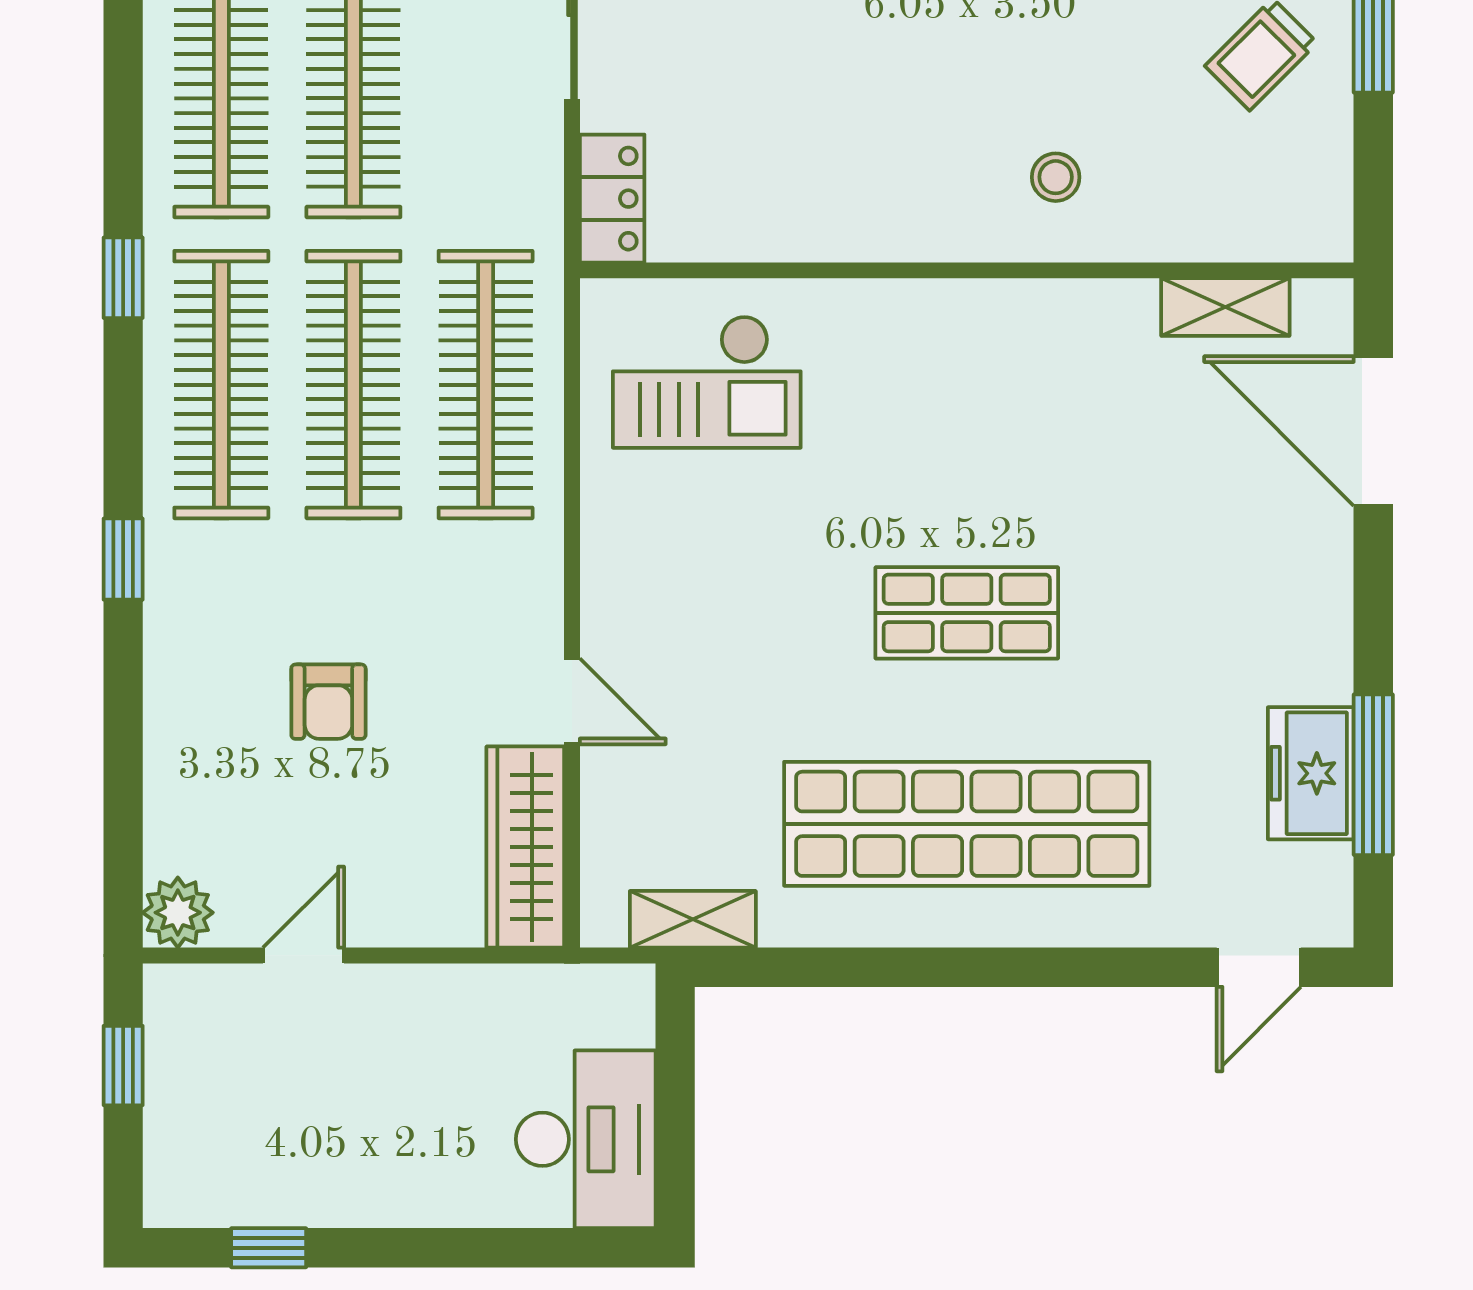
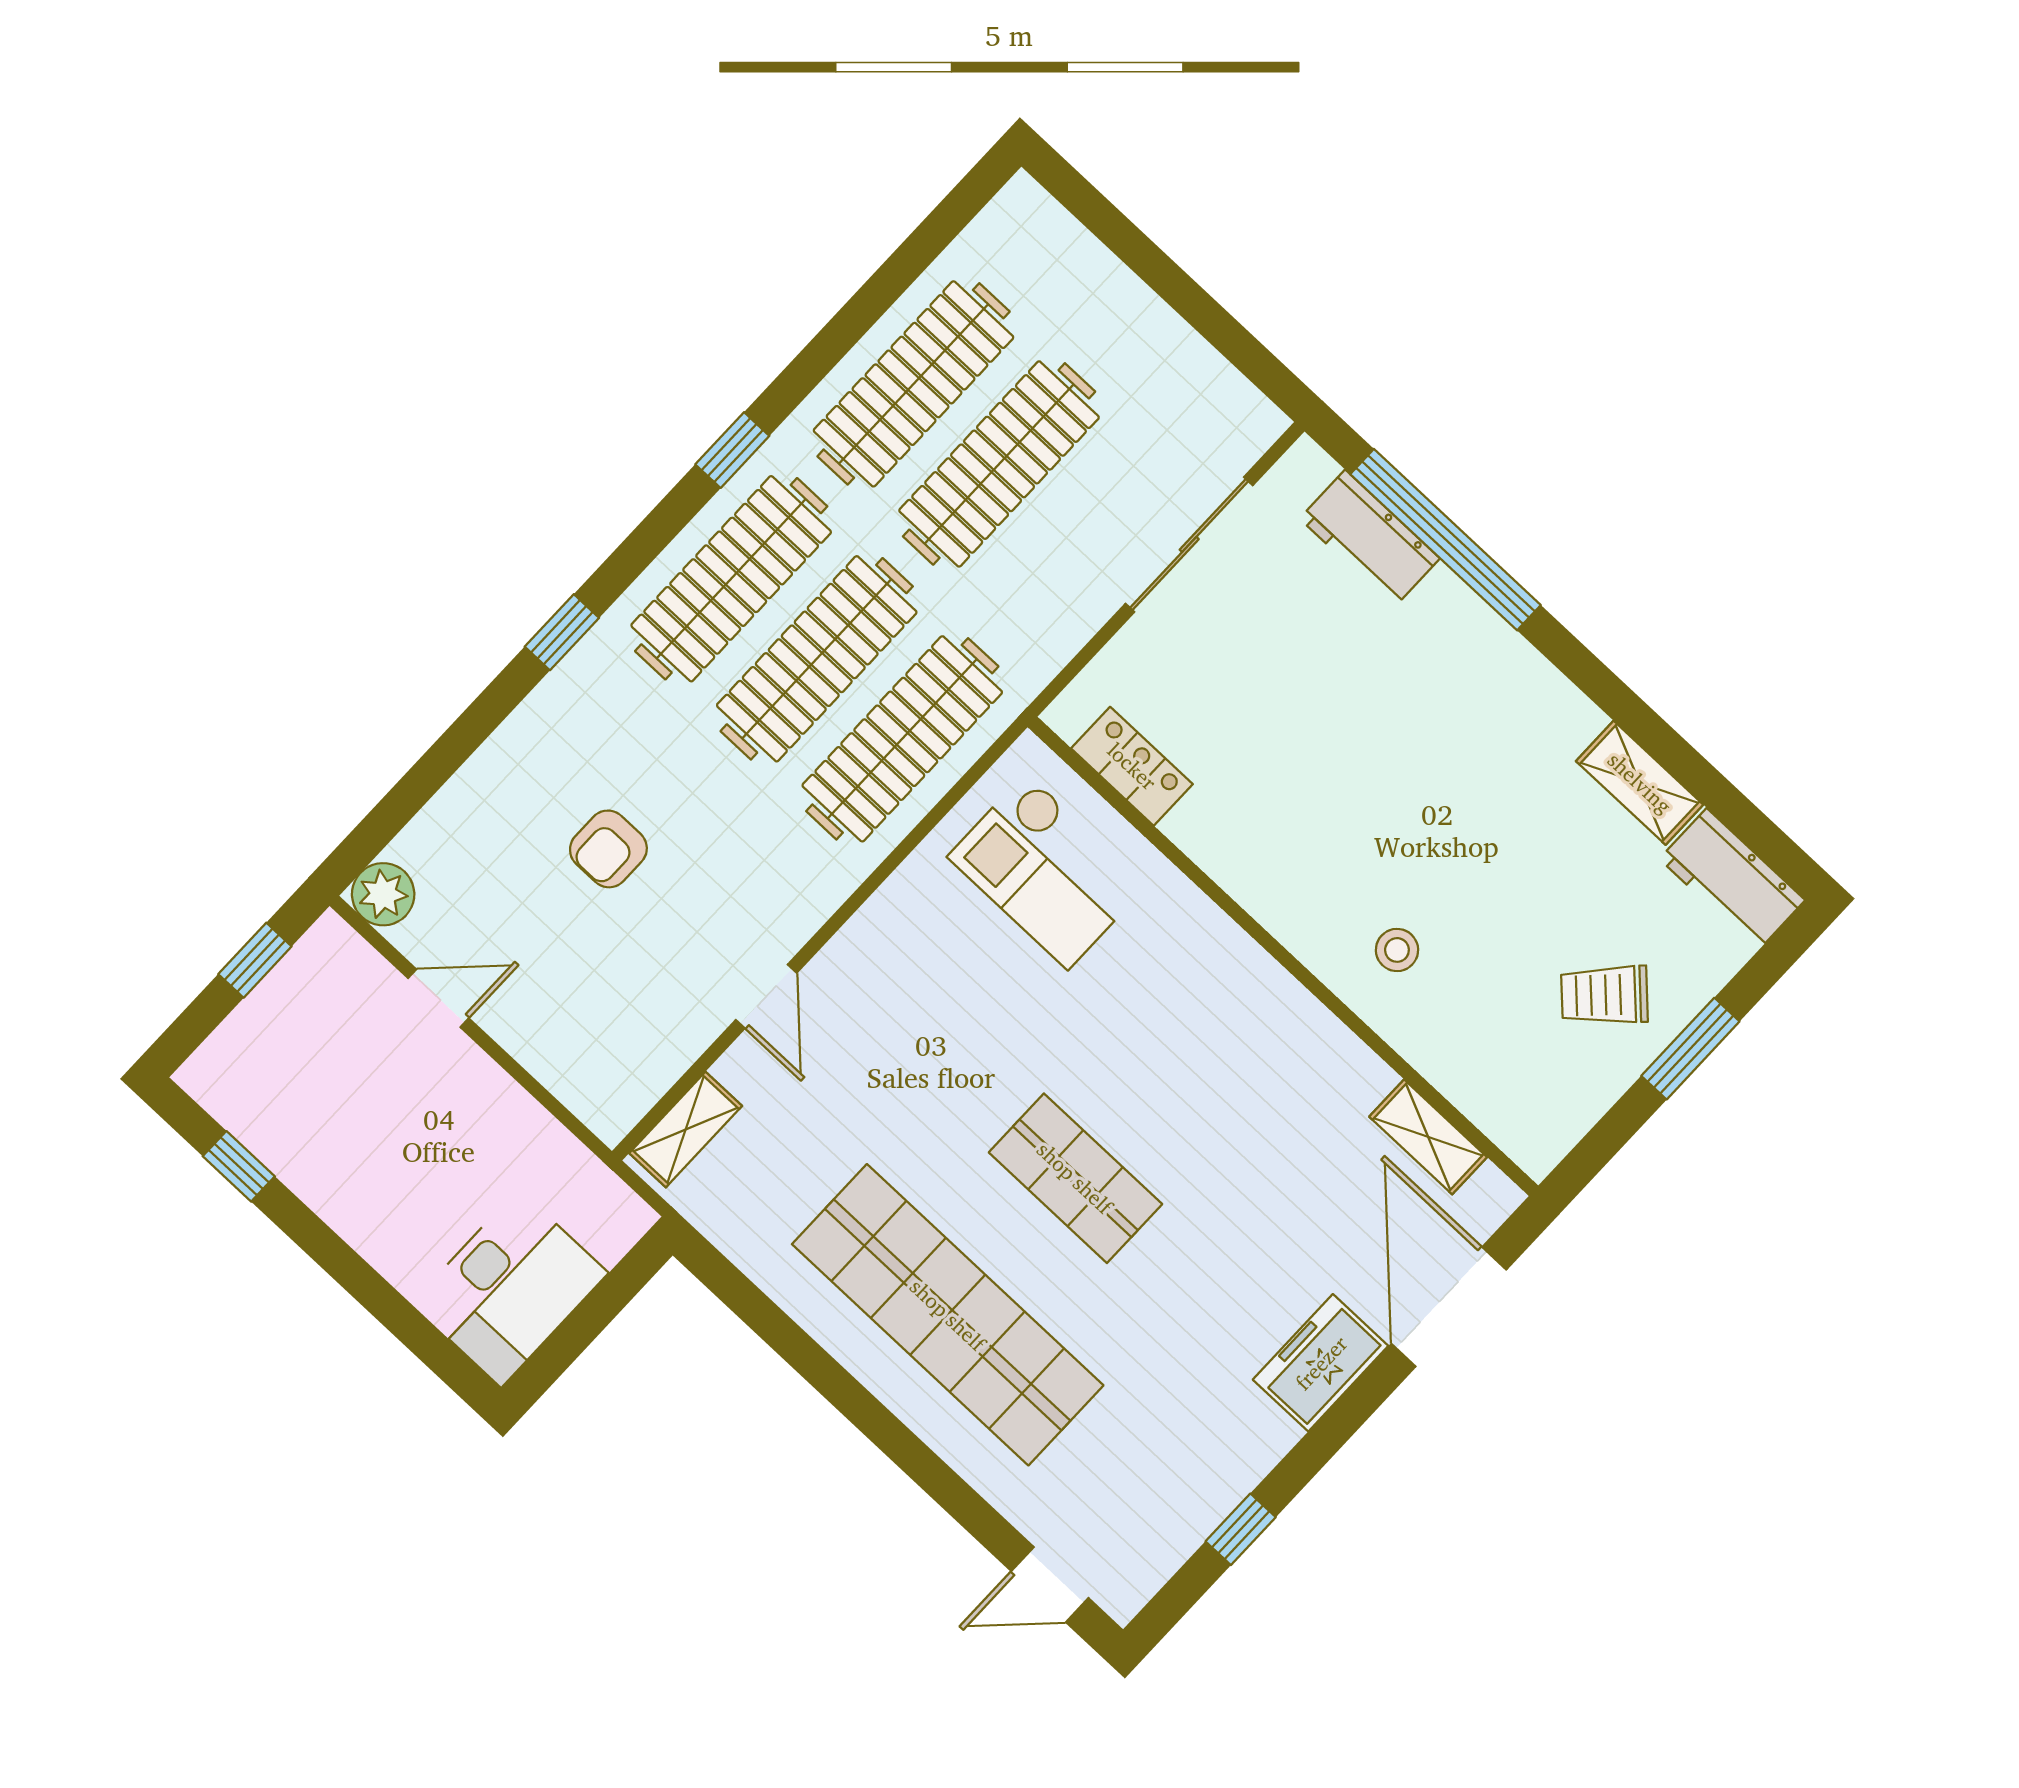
locker: (612, 199) -> (1132, 766), moved, turned -90
freezer: (1311, 773) -> (1321, 1363), moved
window: (1373, 775) -> (1241, 1529), width x0.46
wardrobe: (525, 847) -> (648, 1062), removed
shelving: (693, 919) -> (686, 1129), moved, turned 90

